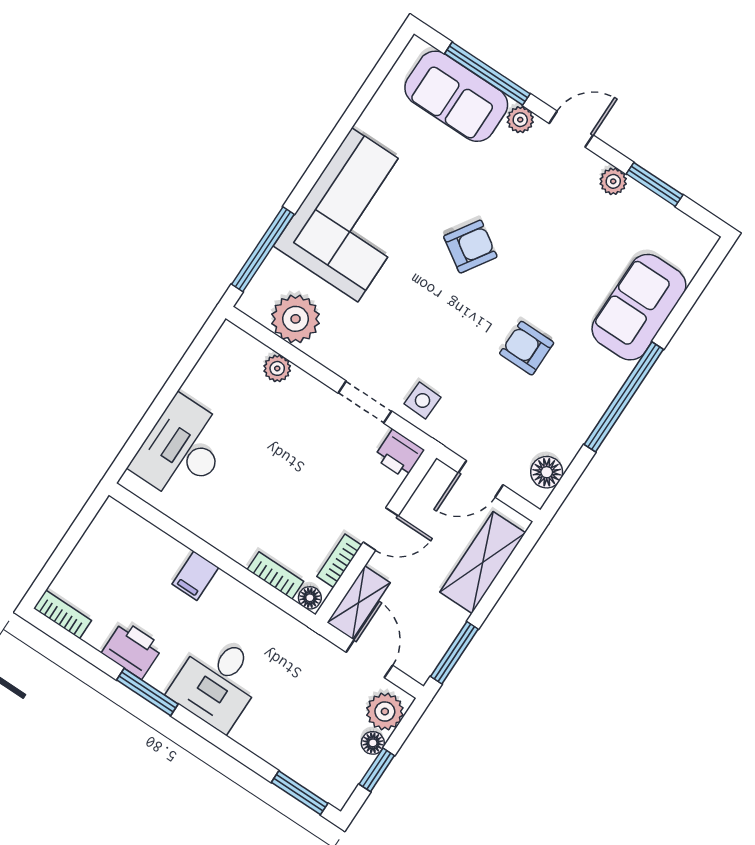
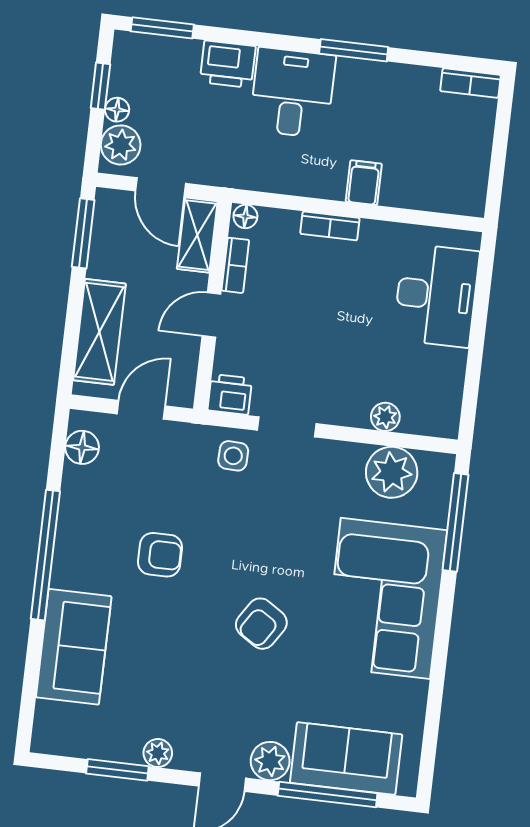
plant: (520, 120) -> (270, 761), width x1.38, depth x1.38
bookcase: (275, 575) -> (330, 226), moved
printer: (132, 650) -> (228, 64), moved

